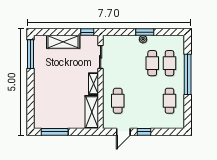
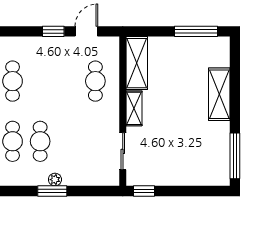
shelving: (63, 42) -> (219, 94), moved, turned 90

